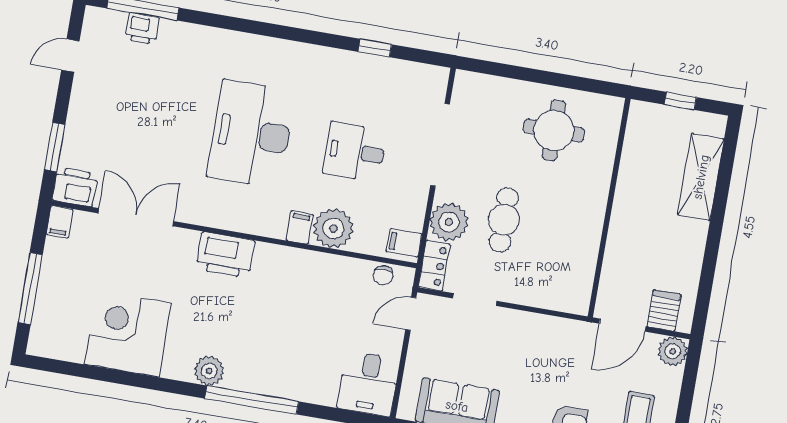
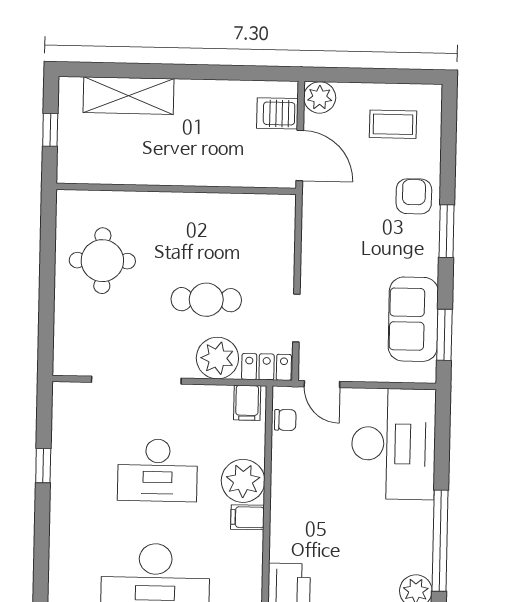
desk: (355, 152) -> (158, 470), width x1.37
desk: (368, 384) -> (394, 444), width x1.87, depth x1.30

